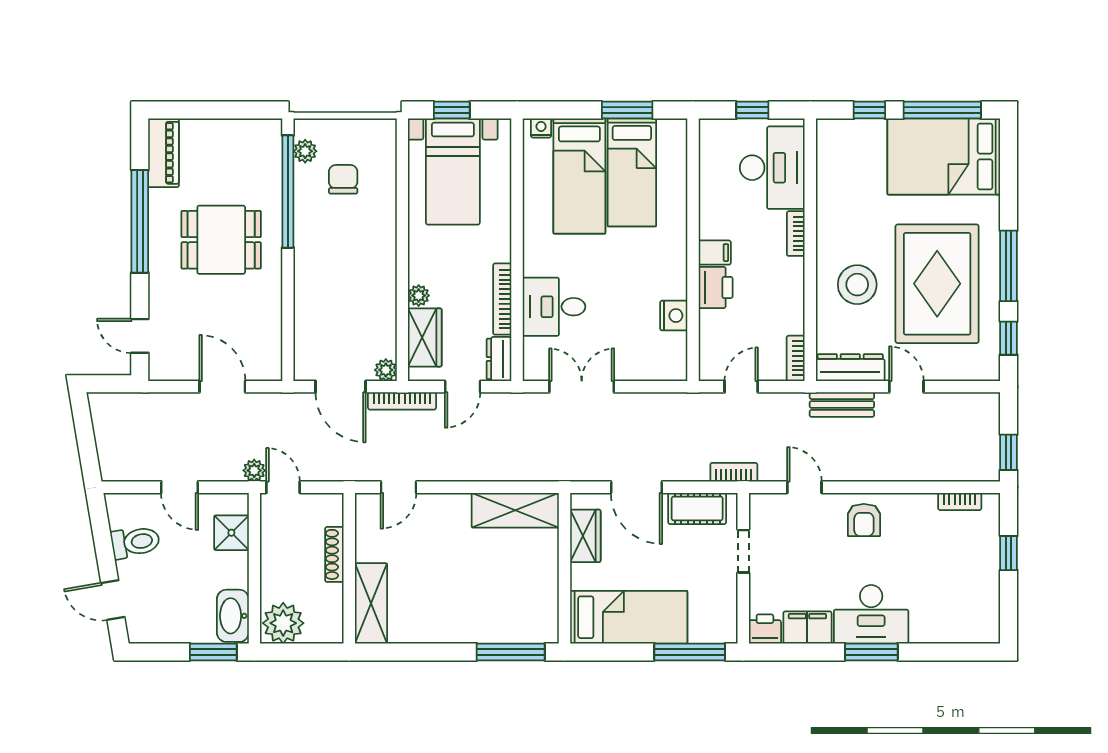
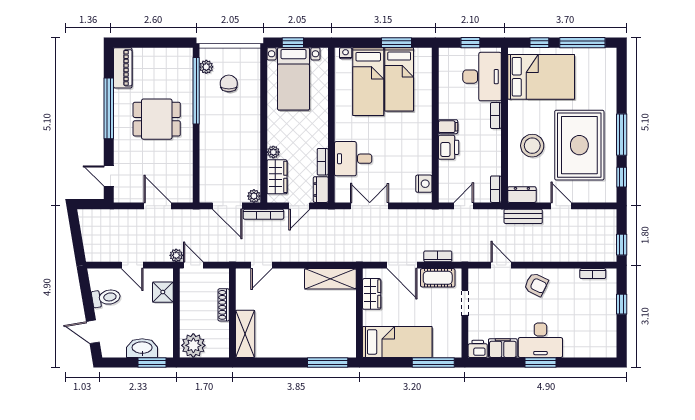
bed: (944, 156) -> (541, 77), moved, turned 180
bookcase: (502, 299) -> (323, 162), width x0.64
nightstand: (674, 316) -> (424, 184), moved
dresser: (850, 368) -> (522, 195), width x0.70
bookcase: (734, 472) -> (438, 256), moved
armchair: (864, 520) -> (536, 285), turned -64
washbasin: (233, 616) -> (142, 348), moved, turned 90

